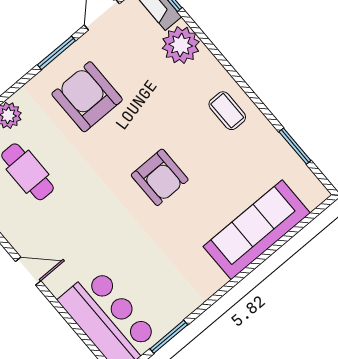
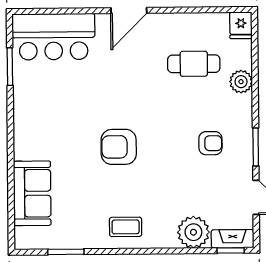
armchair: (87, 97) -> (210, 143), width x0.53, depth x0.53
sofa: (257, 230) -> (32, 193), width x0.73
door: (28, 271) -> (129, 10), width x1.37

